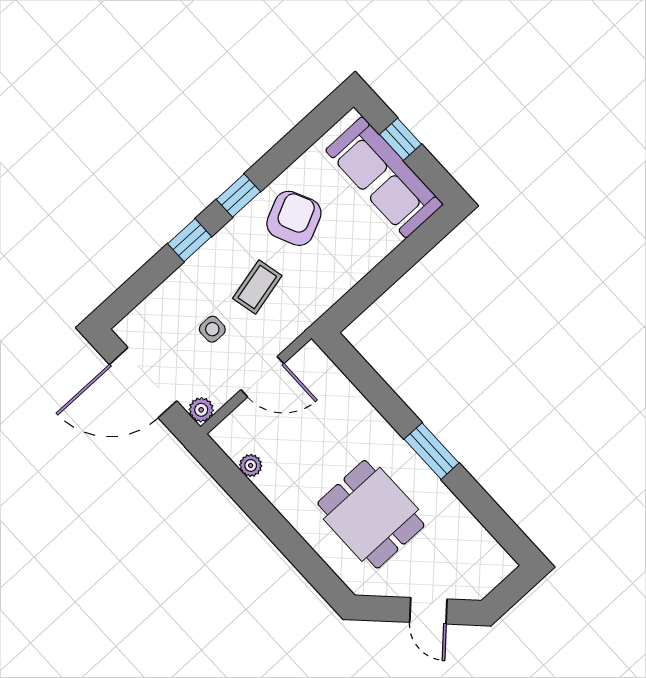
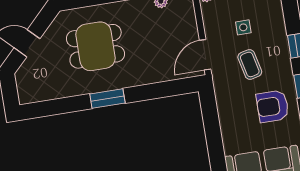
armchair: (294, 218) -> (273, 106), turned 115
door: (262, 377) -> (205, 55), moved

